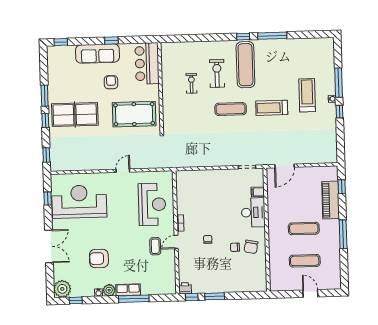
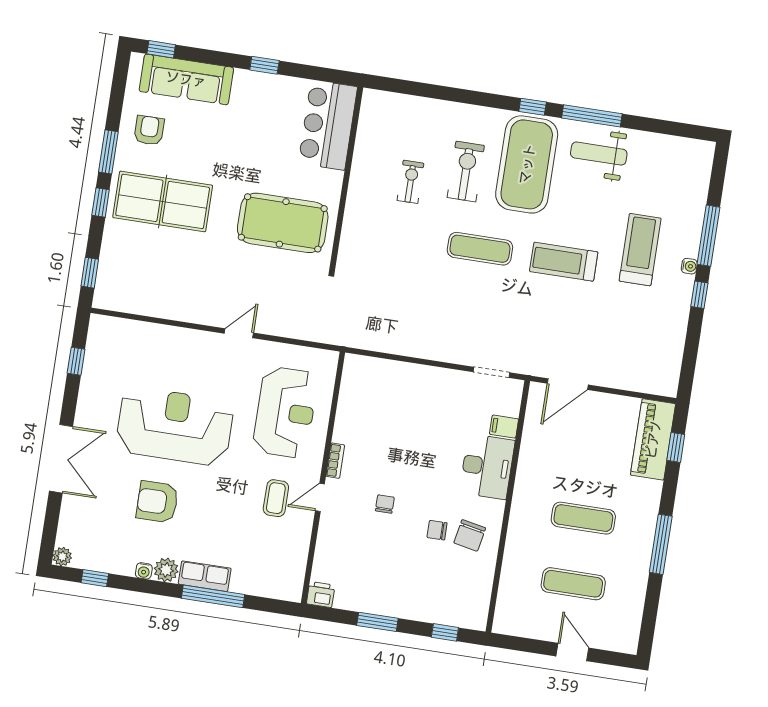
weight bench: (279, 53) -> (599, 154), added
sofa: (97, 54) -> (186, 79), moved
exercise mat: (245, 65) -> (527, 164), width x1.47
armchair: (111, 82) -> (149, 130), moved
piano: (331, 200) -> (653, 439), moved
reception desk: (79, 202) -> (175, 426), moved
plant: (62, 289) -> (62, 557), width x0.53, depth x0.53
window: (192, 297) -> (445, 632), moved

